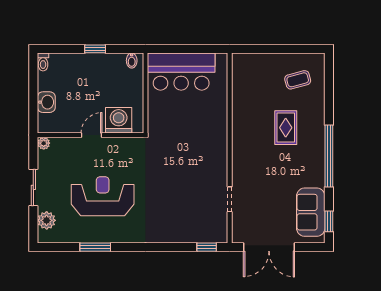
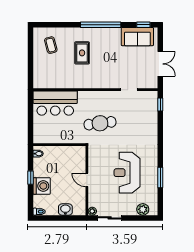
bar counter: (181, 72) -> (55, 103), moved, turned 90
washing machine: (119, 120) -> (42, 186), moved, turned 180
rug: (286, 128) -> (82, 53), turned 90
cafe table: (178, 155) -> (100, 123), added
sliding door: (33, 187) -> (110, 218), moved
double door: (269, 247) -> (160, 64), width x0.73

